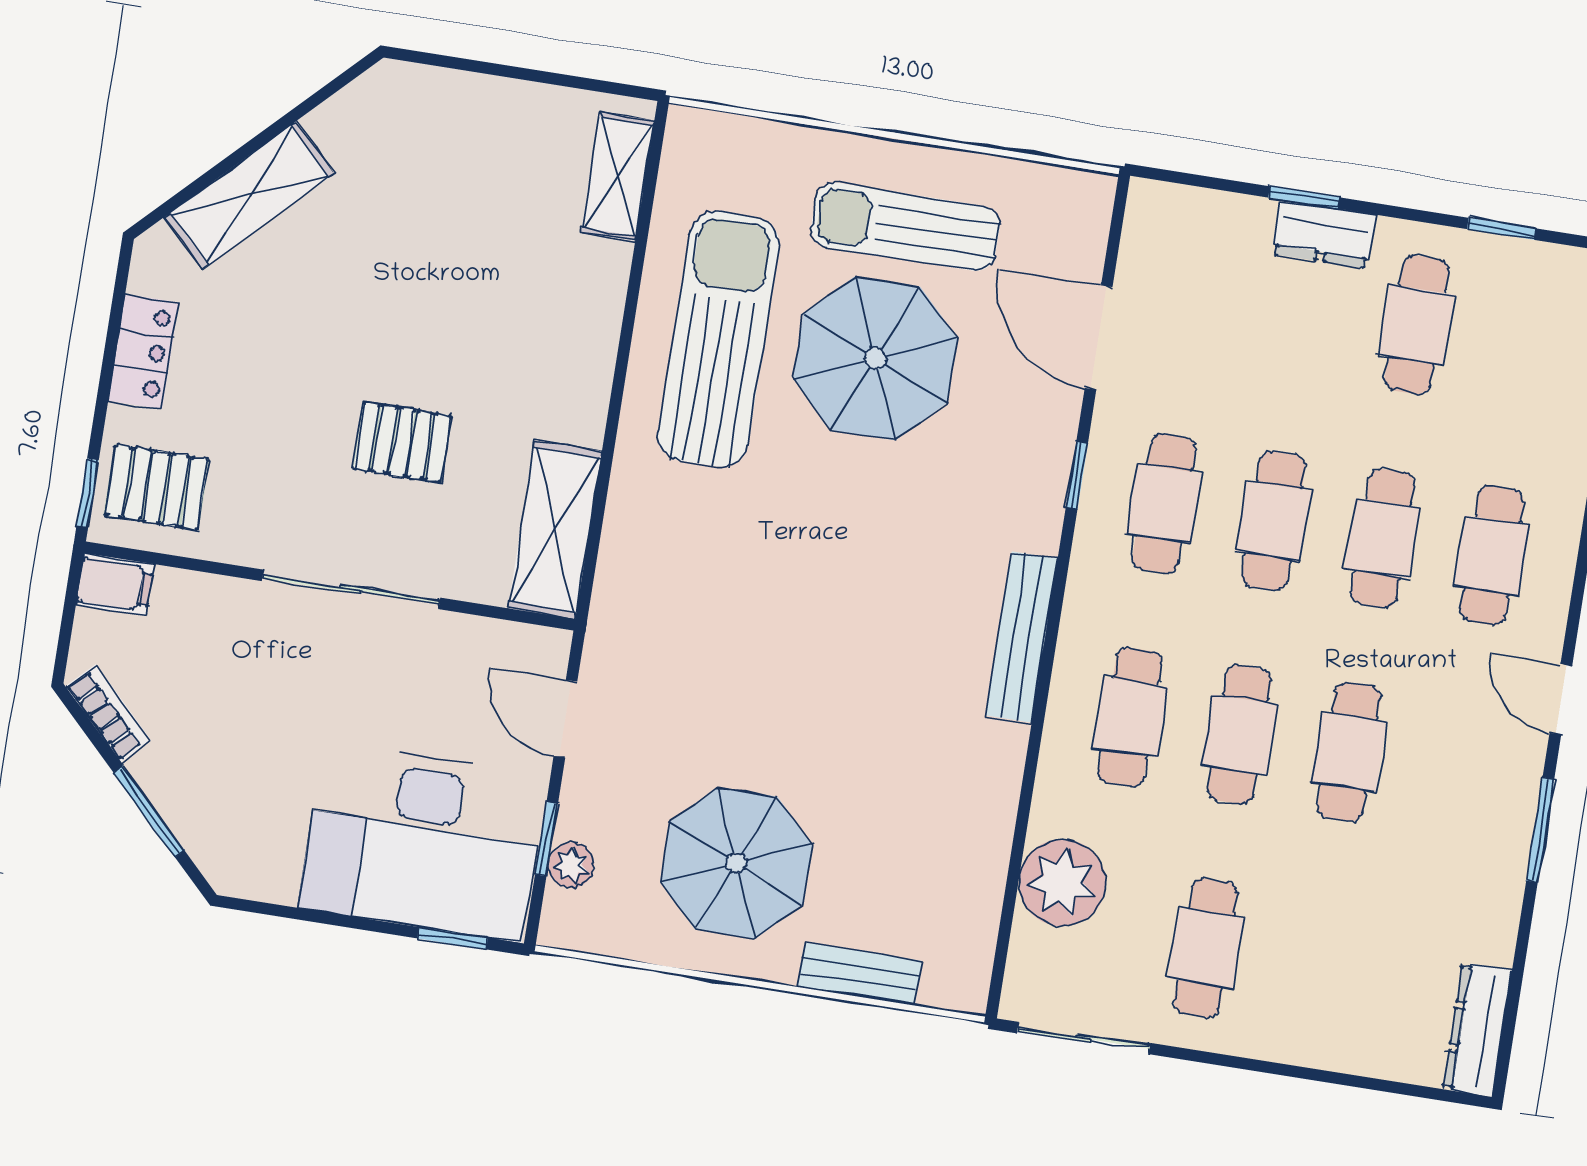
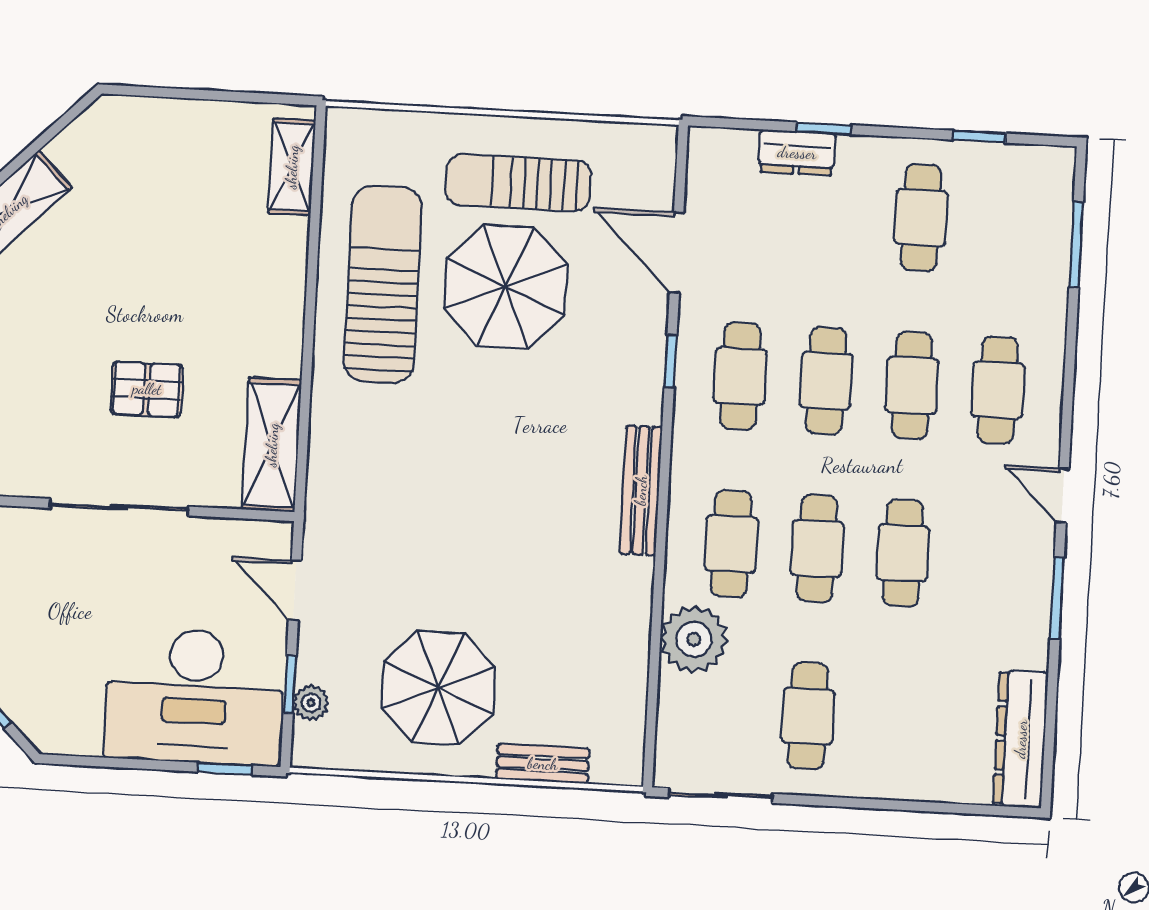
dresser: (1324, 234) -> (797, 153), moved
plant: (1062, 883) -> (694, 639), moved
dresser: (1477, 1030) -> (1021, 739), width x1.37, depth x1.24

